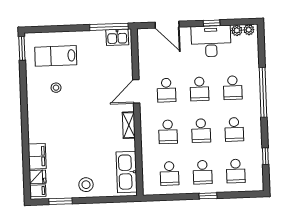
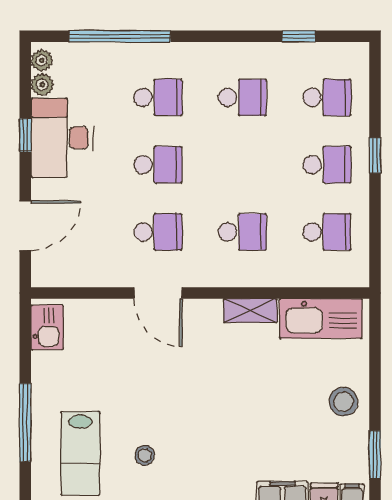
window: (109, 27) -> (25, 422), moved
window: (263, 92) -> (120, 36), moved
shelving: (129, 125) -> (250, 311), moved
school desk: (201, 131) -> (242, 165), removed

